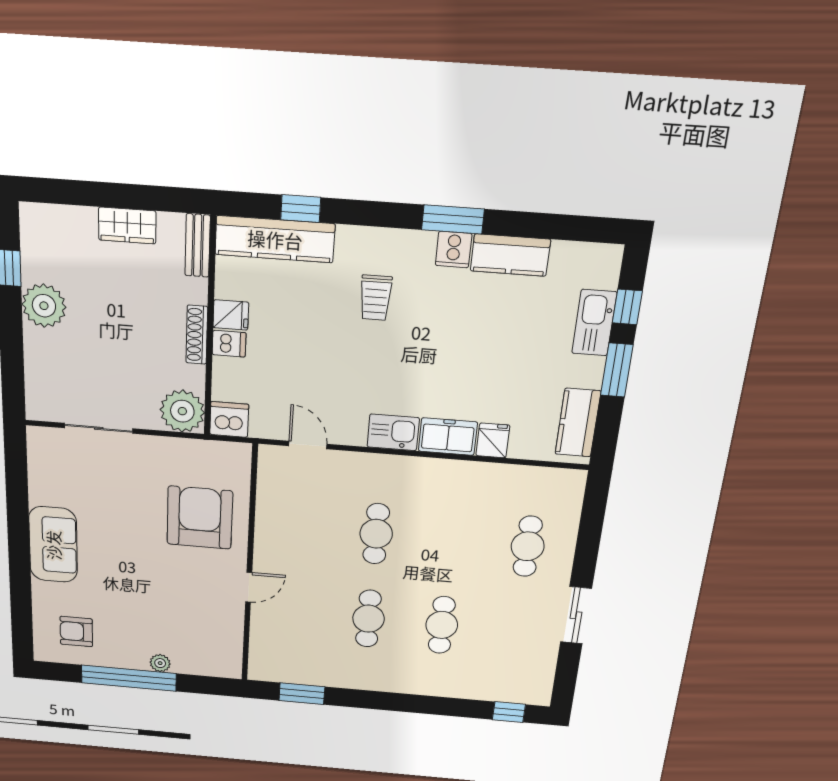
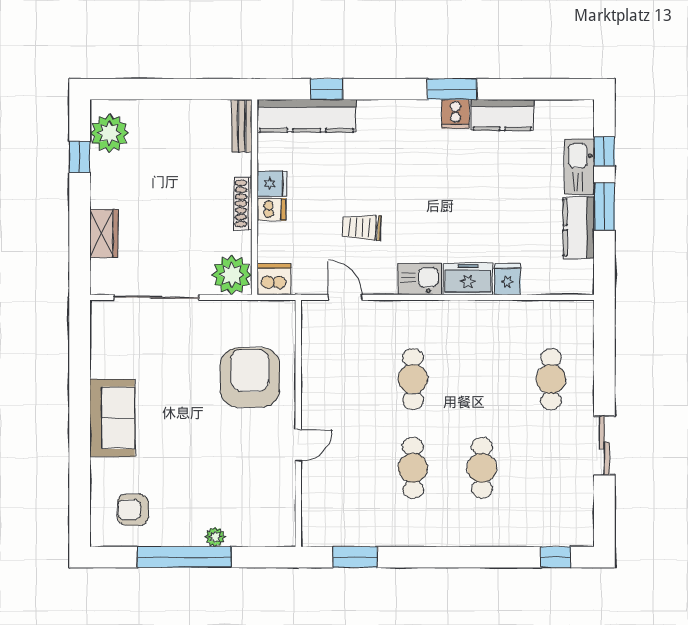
wardrobe: (127, 225) -> (104, 234), moved, turned -90
trolley: (376, 298) -> (362, 227), moved, turned 92
plant: (44, 306) -> (109, 133), moved
kitchen counter: (578, 423) -> (579, 228), moved
sliding door: (99, 428) -> (156, 297), width x1.37

